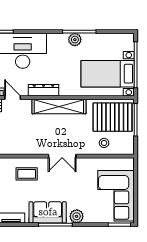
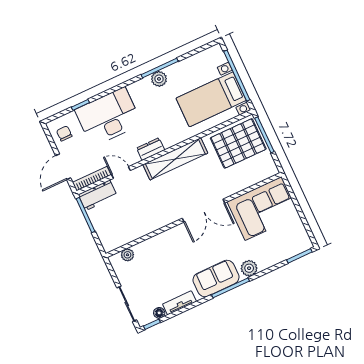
dresser: (44, 90) -> (151, 149), width x0.70
stool: (104, 143) -> (242, 176), removed
double door: (62, 156) -> (203, 211), width x1.37
coffee table: (27, 174) -> (174, 248), removed
corner sofa: (116, 196) -> (263, 208), moved, turned -90

